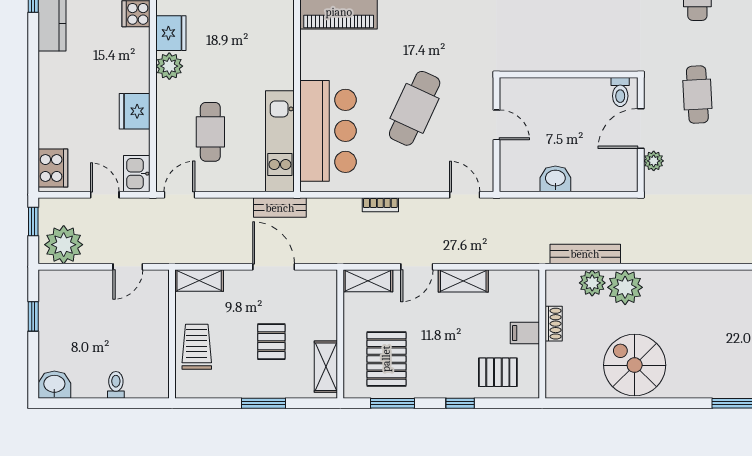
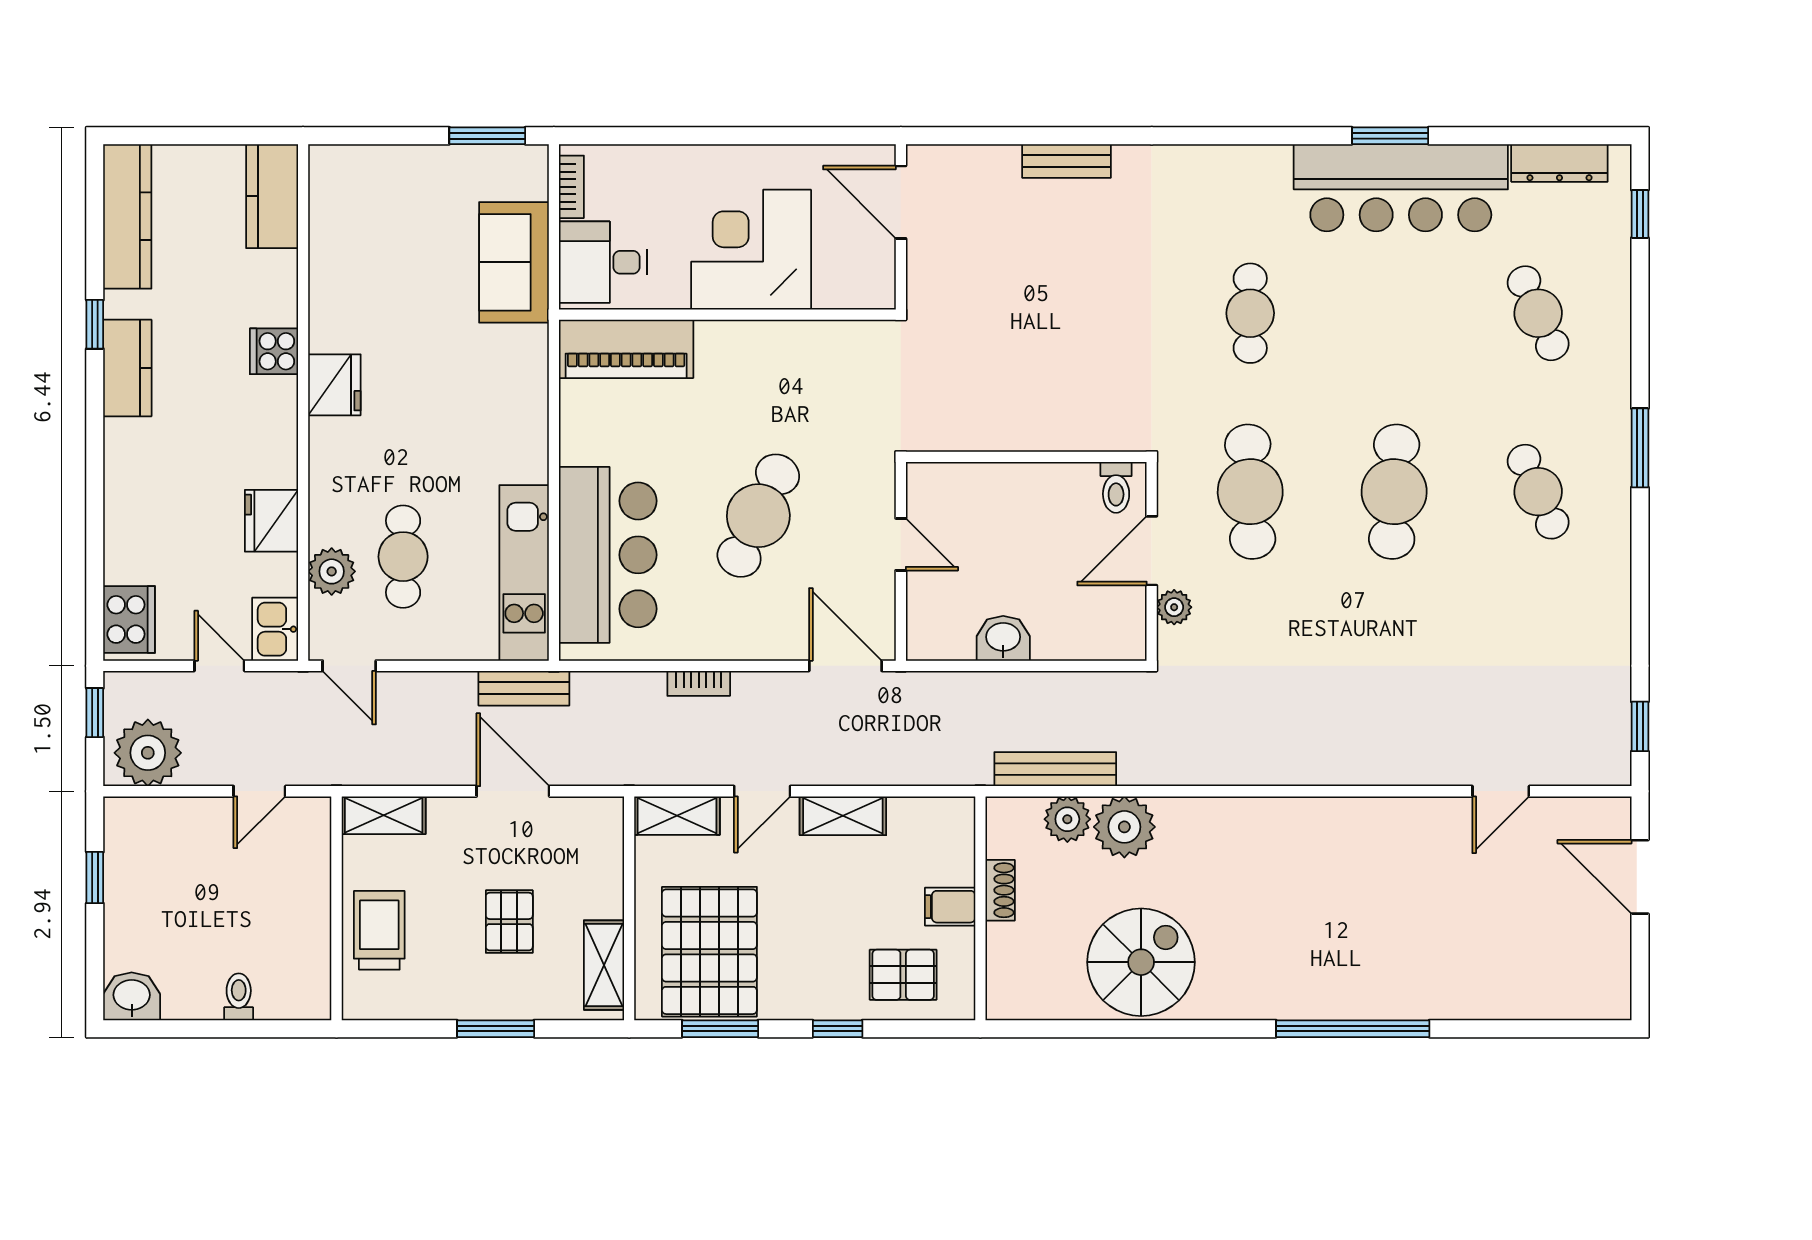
plant: (169, 66) -> (332, 571), moved
cafe table: (697, 95) -> (1250, 492), width x1.37, depth x1.35
door: (179, 195) -> (349, 666), swing flipped
door: (465, 195) -> (845, 666), width x1.38
pallet: (386, 359) -> (709, 952), width x1.37, depth x1.41
spiral stairs: (635, 365) -> (1141, 962), turned 90

